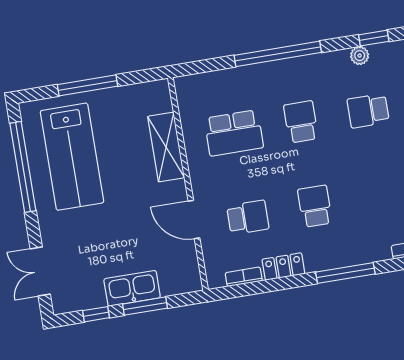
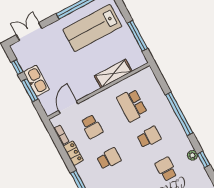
window: (88, 85) -> (137, 36), moved
door: (194, 220) -> (68, 107), moved

